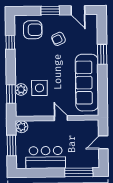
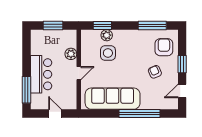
armchair: (33, 30) -> (164, 47), turned 180
window: (10, 42) -> (152, 26), width x2.17
window: (102, 54) -> (139, 114), width x2.11
plant: (22, 127) -> (71, 54), moved
bar counter: (46, 157) -> (41, 74), moved

